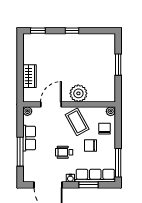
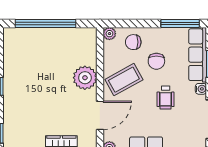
window: (118, 65) -> (45, 23), width x2.11
door: (51, 104) -> (100, 115), swing flipped

